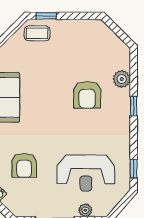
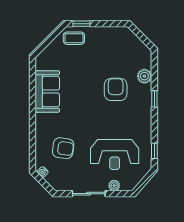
armchair: (87, 95) -> (116, 89), turned 180
armchair: (24, 165) -> (63, 148), turned -82

